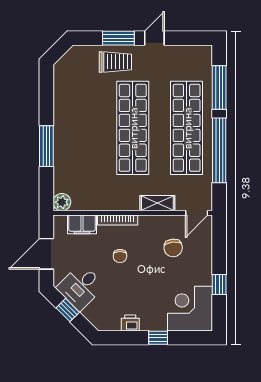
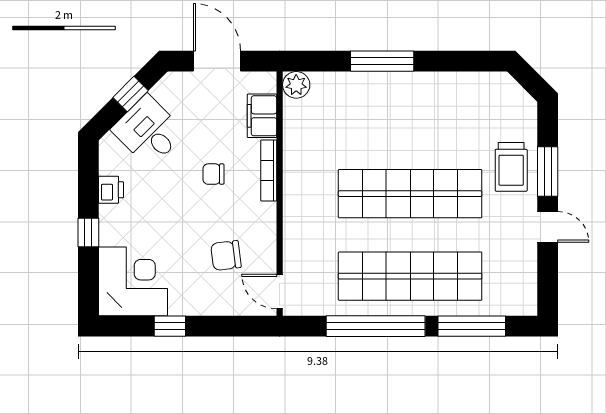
shelving: (157, 203) -> (295, 231), removed
desk: (80, 287) -> (148, 131), moved

